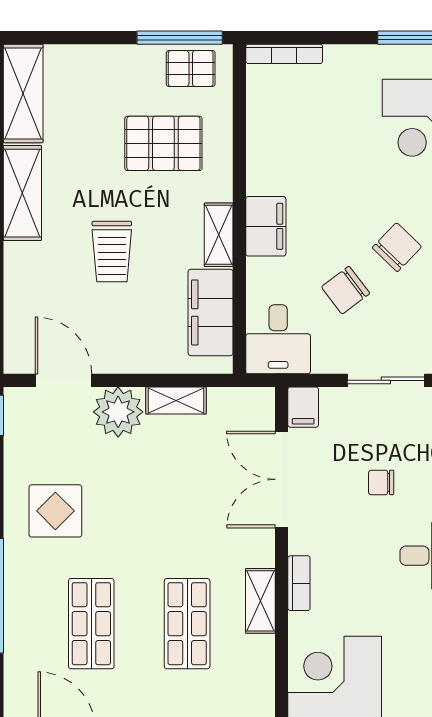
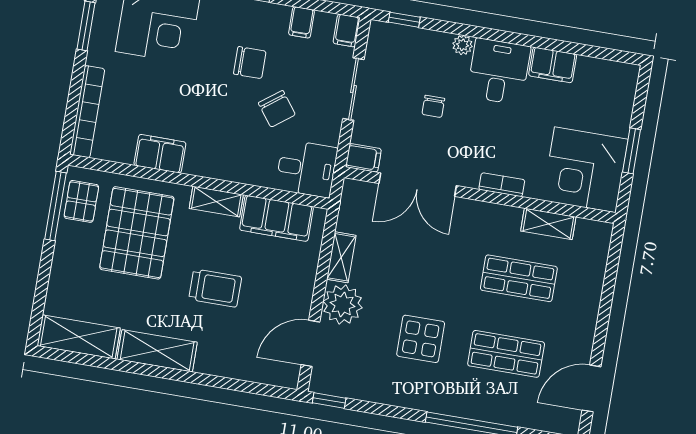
bookcase: (284, 54) -> (87, 112), width x1.48, depth x1.31
pallet: (163, 143) -> (137, 233), width x1.37, depth x1.41
filing cabinet: (266, 226) -> (160, 154), moved
chair: (397, 247) -> (250, 63), turned 136
display table: (55, 511) -> (421, 339), moved
shelving: (260, 601) -> (548, 224), moved

